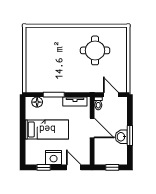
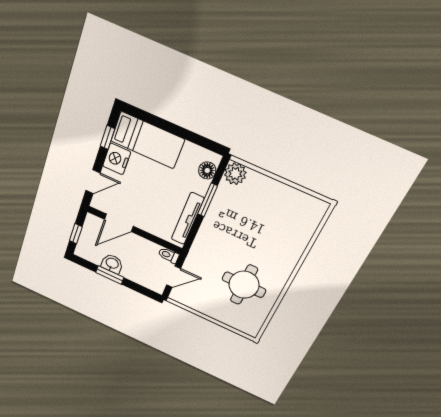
plant: (32, 86) -> (235, 174), added
tv unit: (75, 101) -> (188, 219), width x1.41
door: (92, 128) -> (119, 223), moved
bed: (47, 129) -> (147, 140), moved, turned -90

